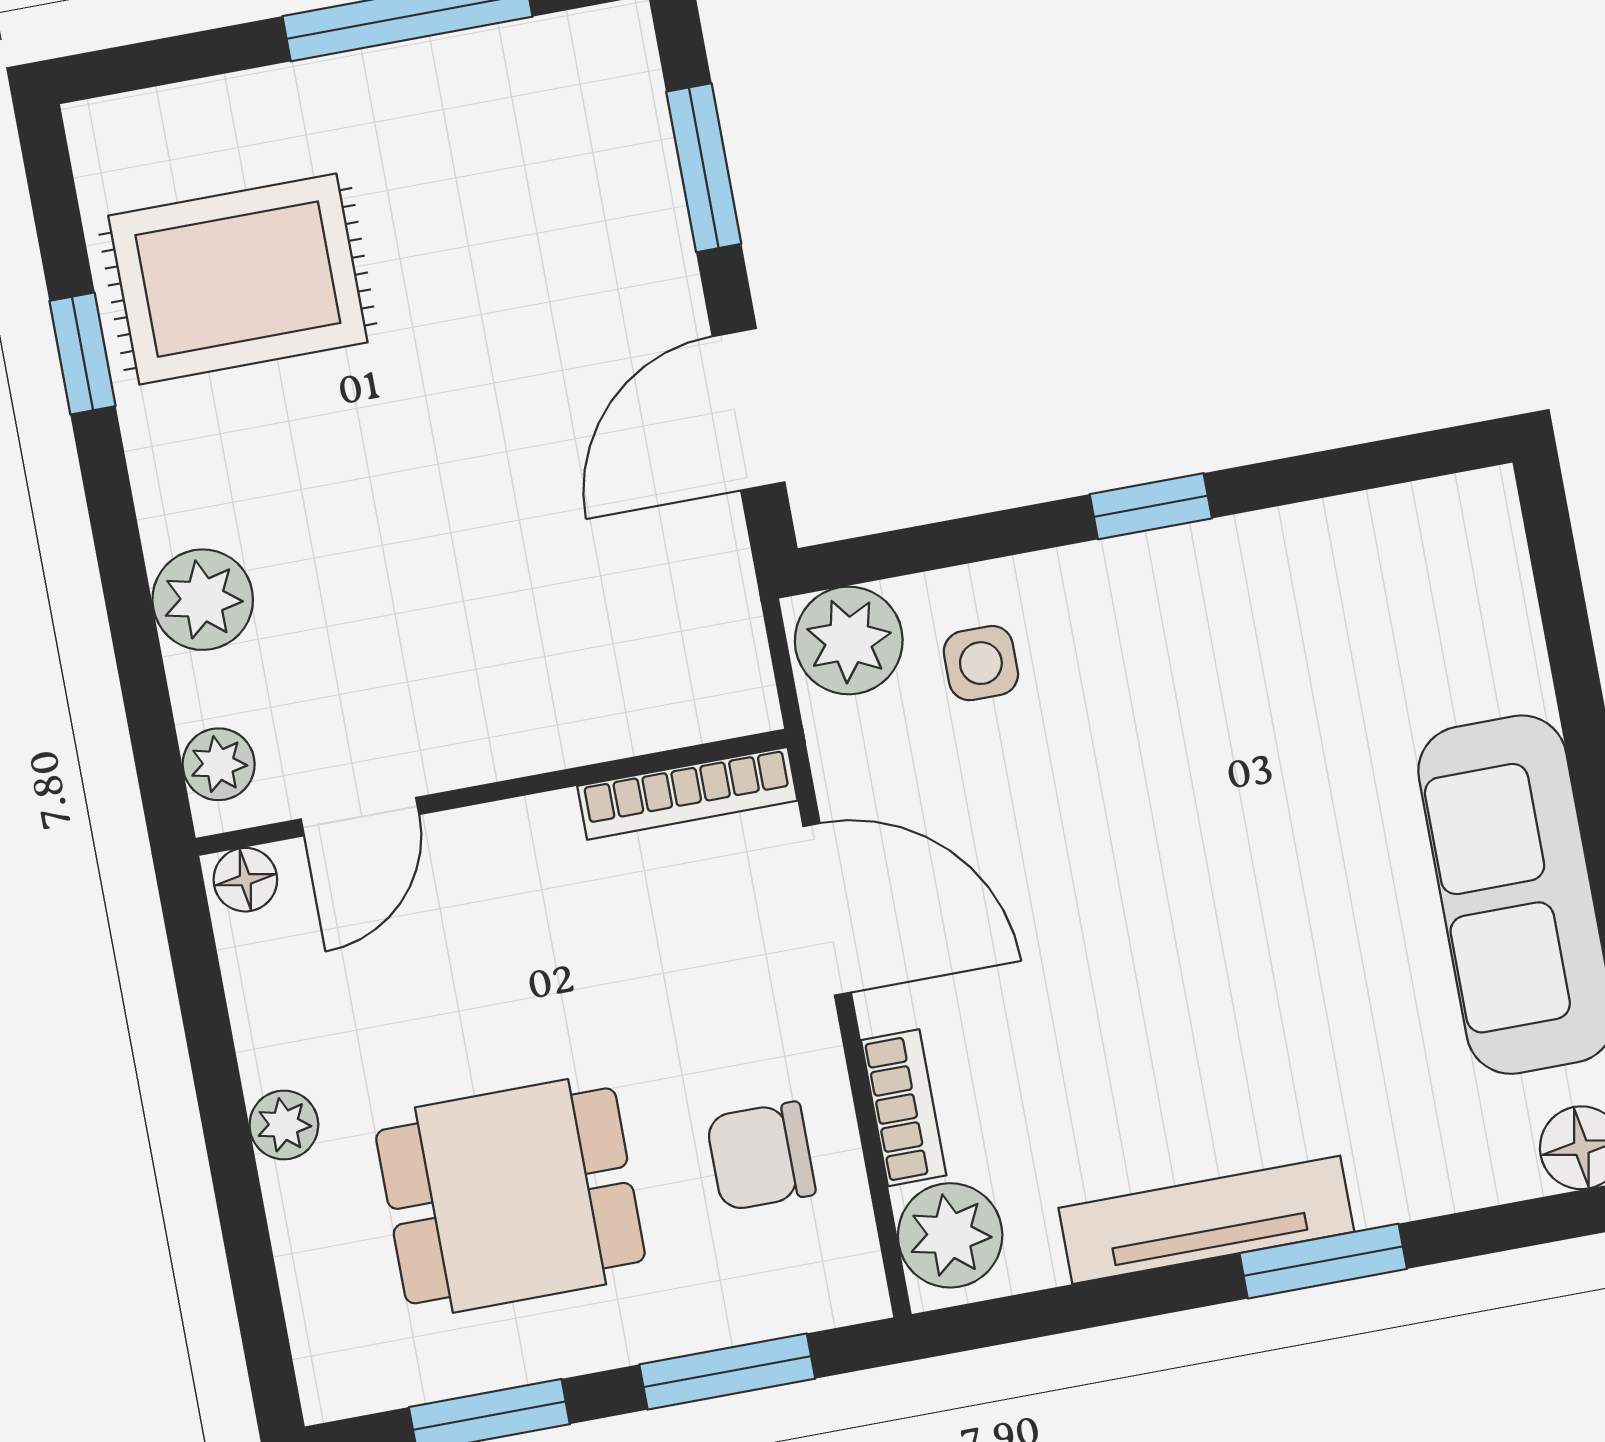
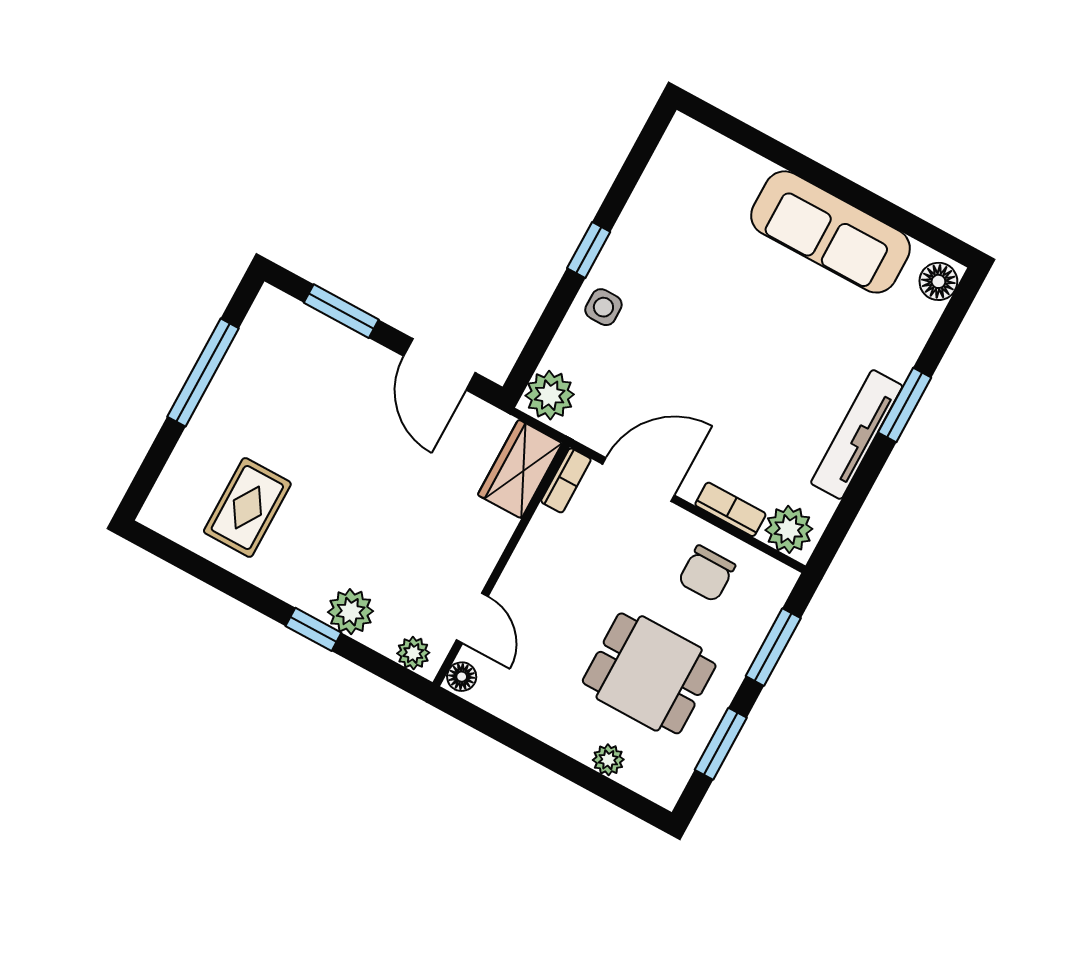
rug: (238, 279) -> (247, 507), width x0.73, depth x0.70
window: (83, 354) -> (313, 629), moved
side table: (981, 663) -> (603, 307), moved
wardrobe: (681, 692) -> (520, 469), added
bookcase: (687, 793) -> (566, 480), width x0.64
plant: (284, 1125) -> (608, 760), moved
dining table: (510, 1196) -> (649, 673), turned 90

